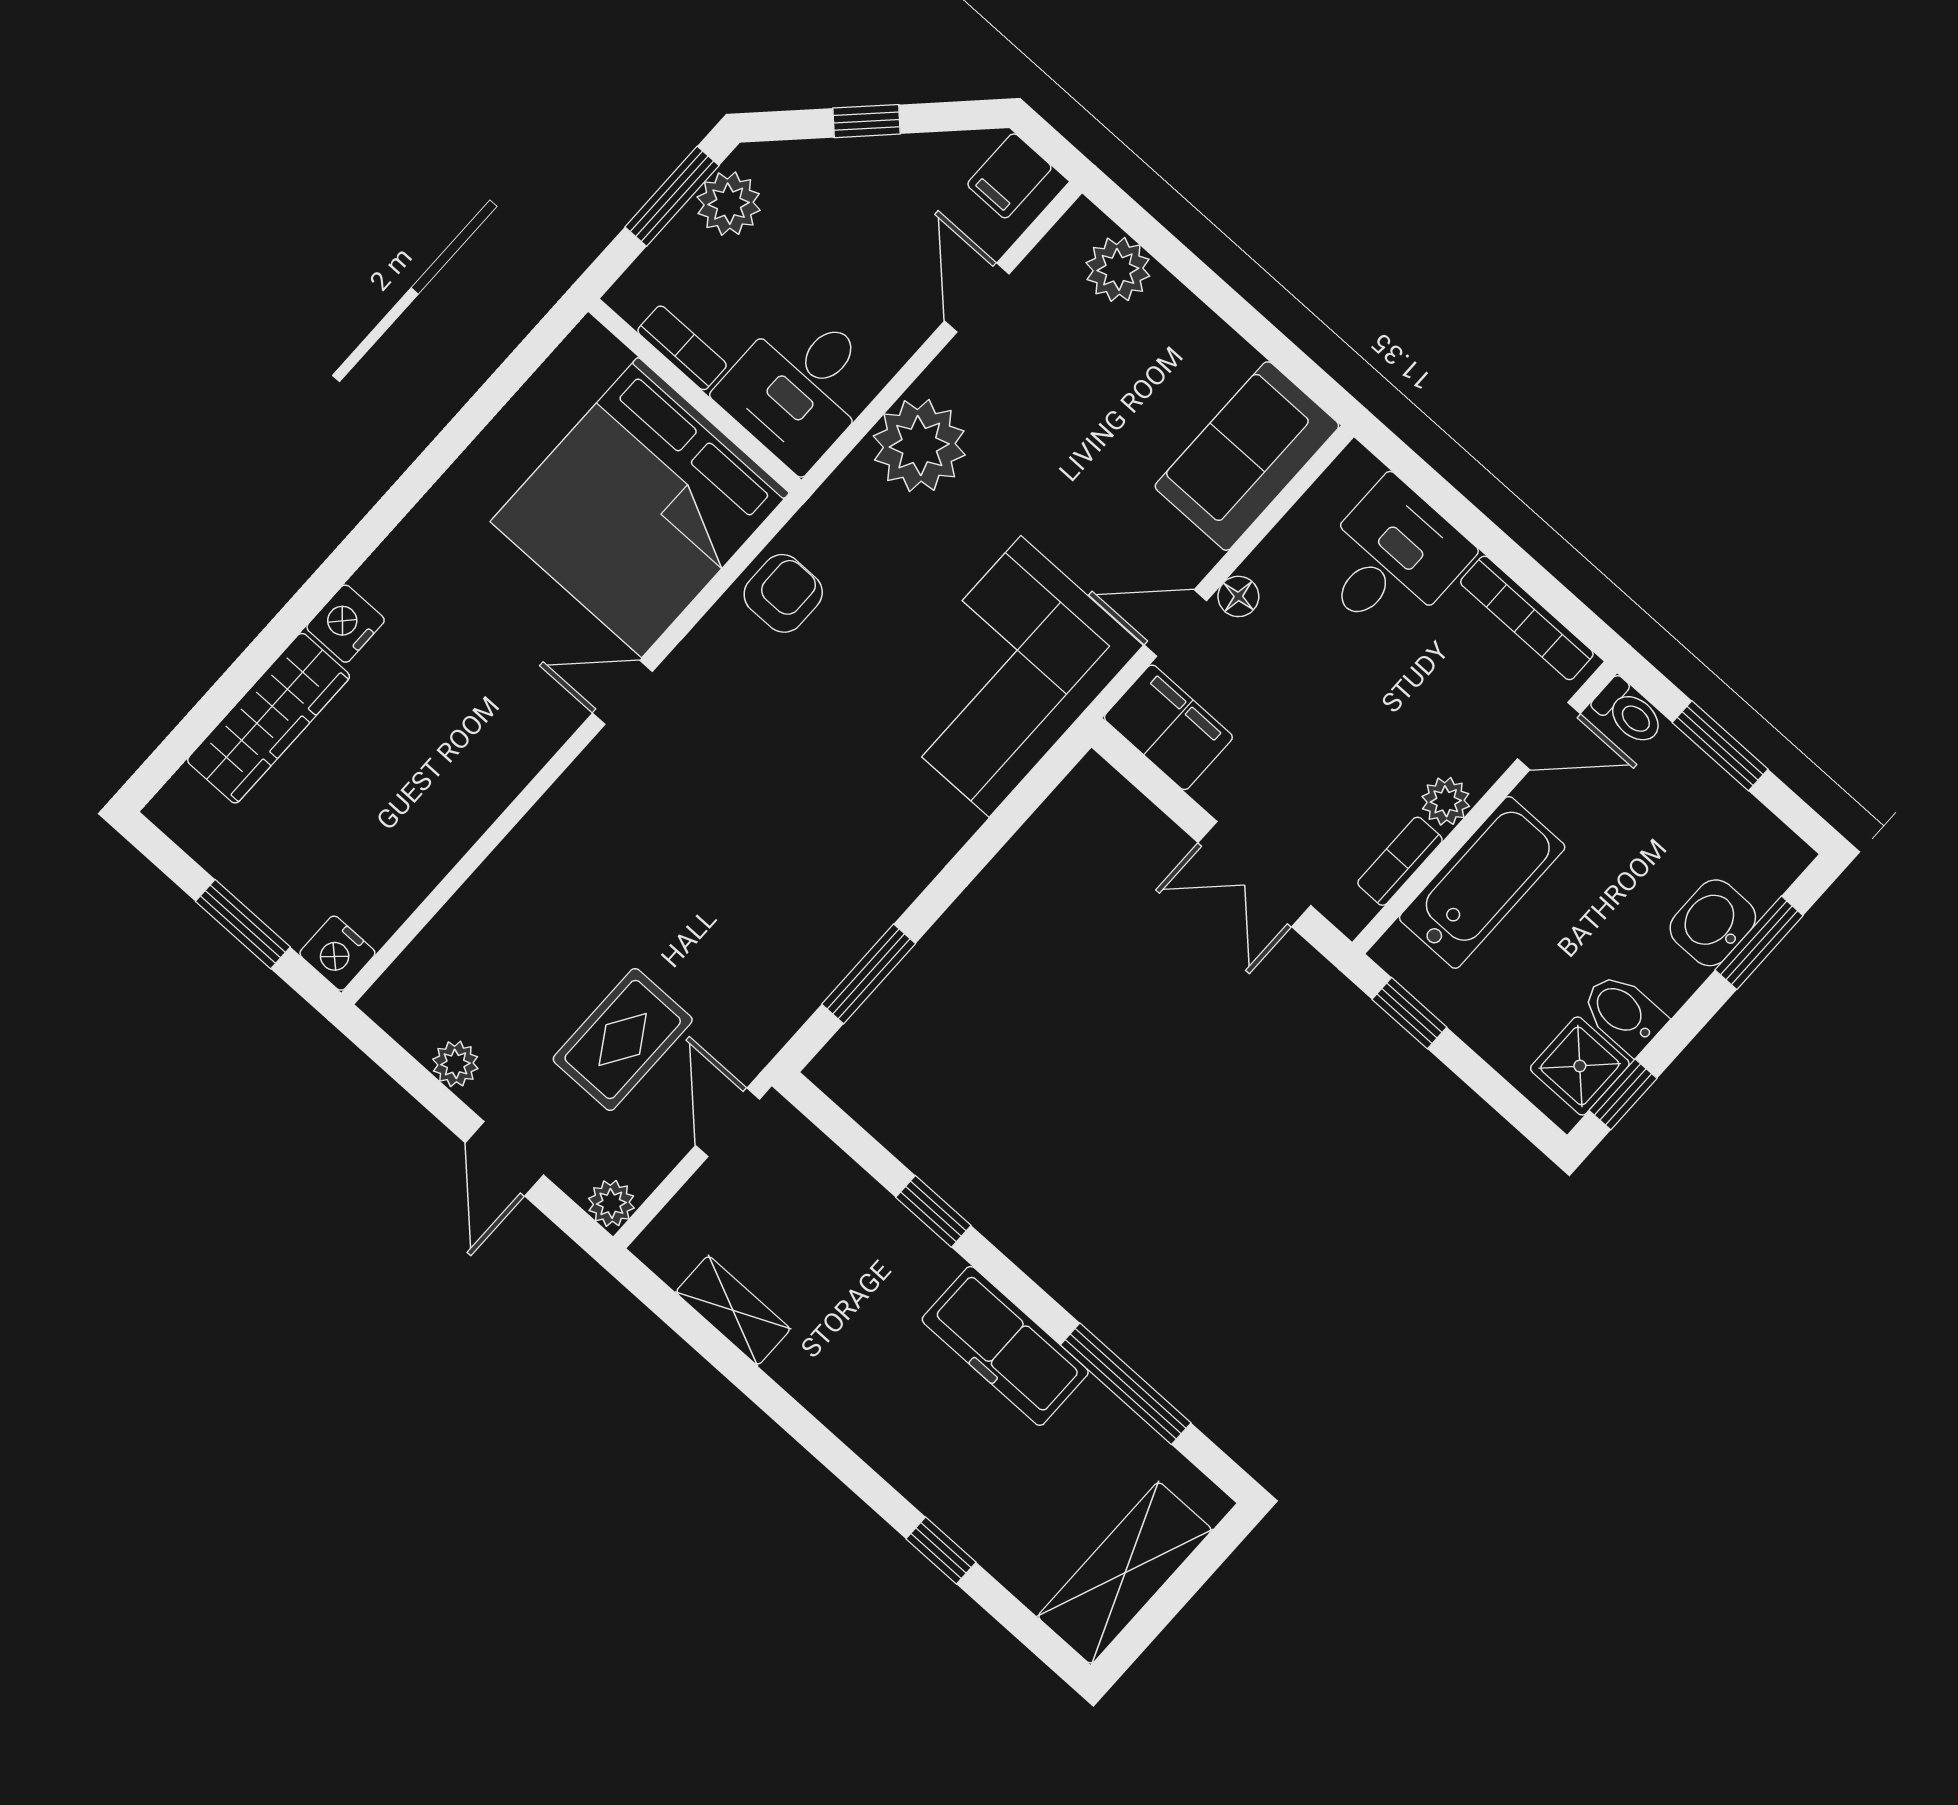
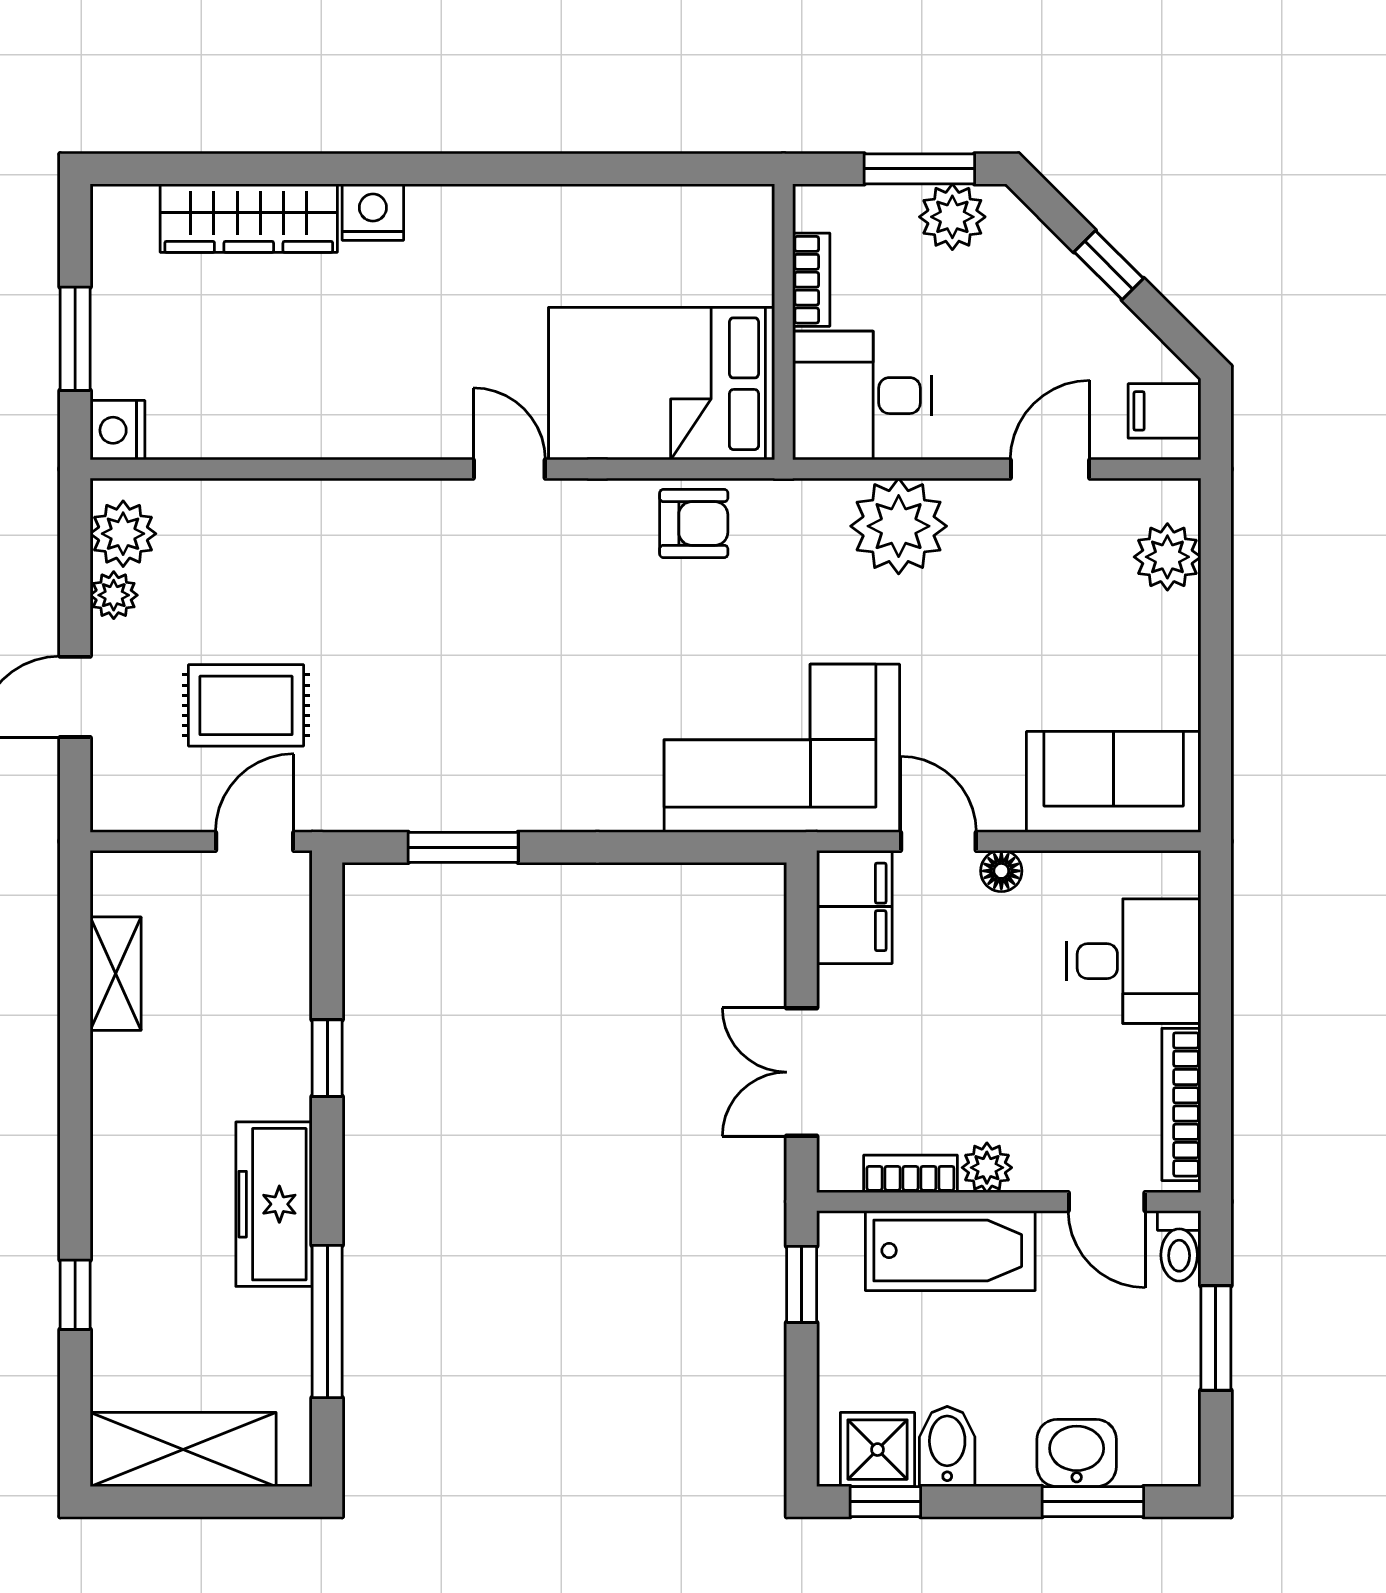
bed: (640, 507) -> (662, 384), width x0.73
plant: (611, 1203) -> (123, 534), moved, width x1.38, depth x1.38

